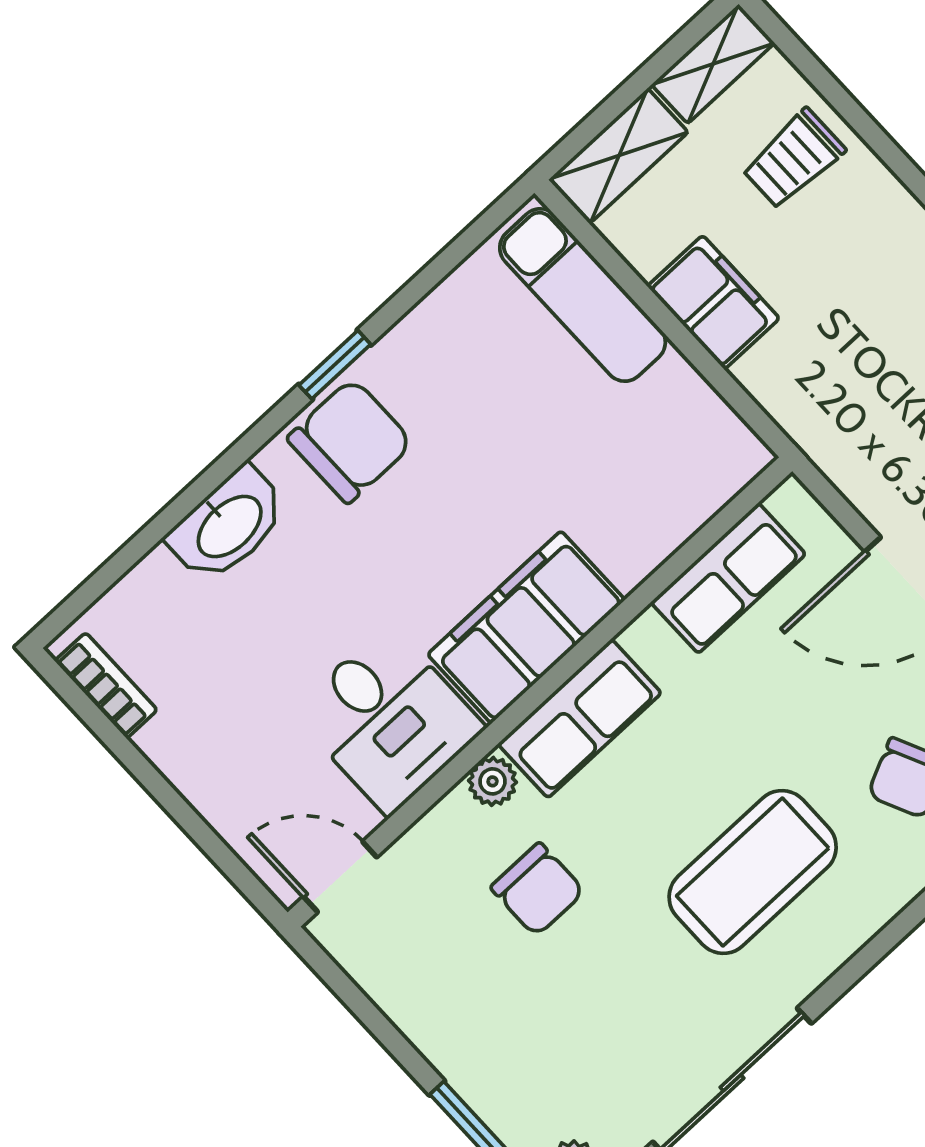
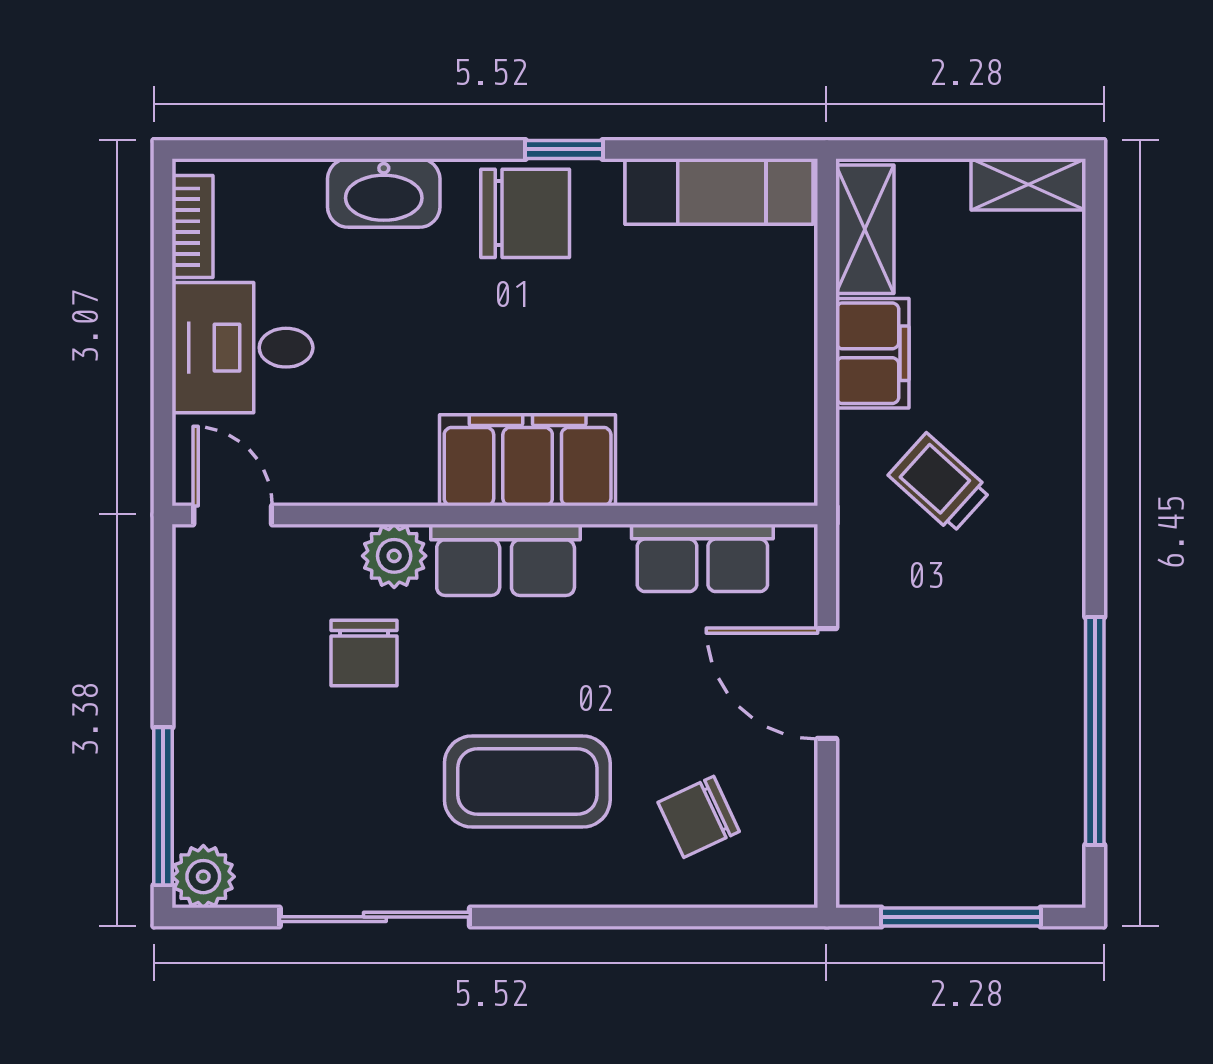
shelving: (619, 156) -> (865, 229), moved, turned 90
trolley: (794, 159) -> (939, 483), moved, turned 42
exam couch: (583, 295) -> (719, 191), moved, turned -90
desk: (388, 720) -> (242, 348), moved, turned 90
plant: (492, 781) -> (394, 556), width x1.38, depth x1.38

